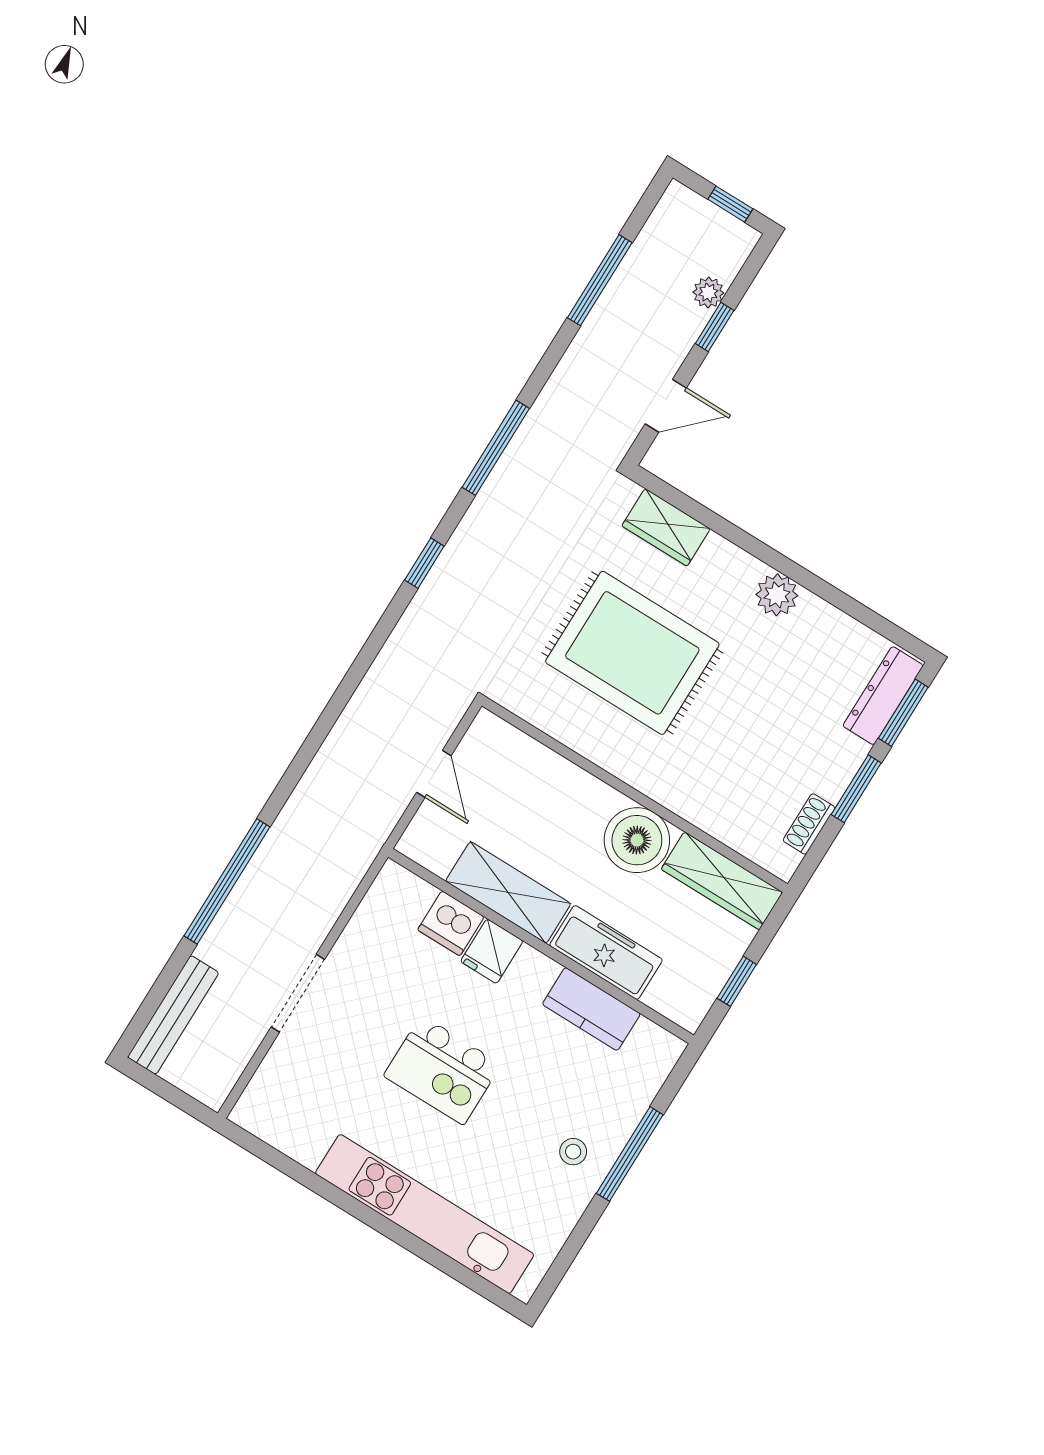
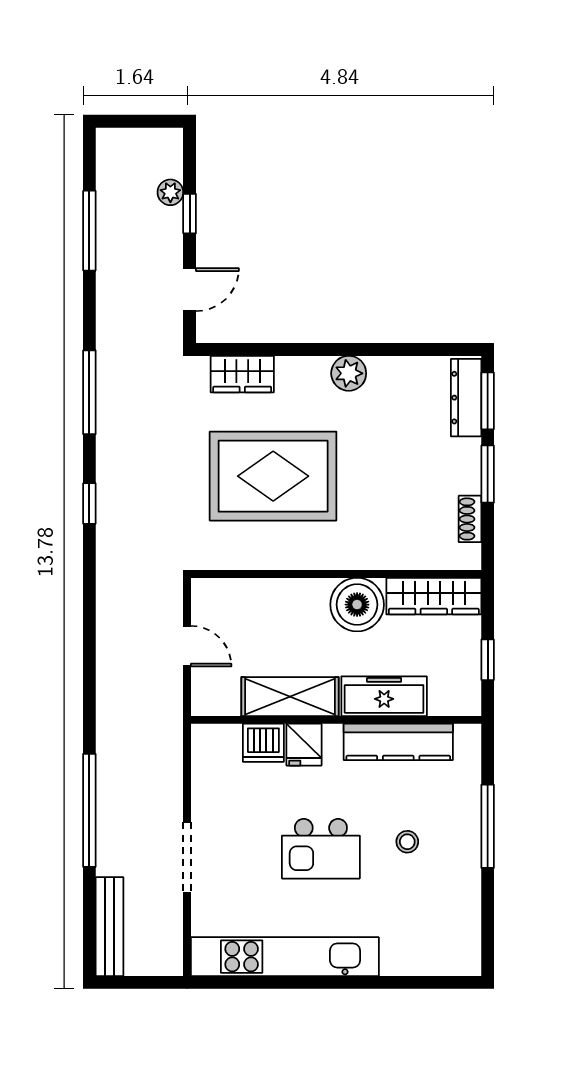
window: (730, 204) -> (147, 121), removed
kitchen counter: (591, 1009) -> (398, 742), width x1.50
stool: (573, 1152) -> (407, 842), moved
kitchen unit: (425, 1214) -> (285, 957), moved

